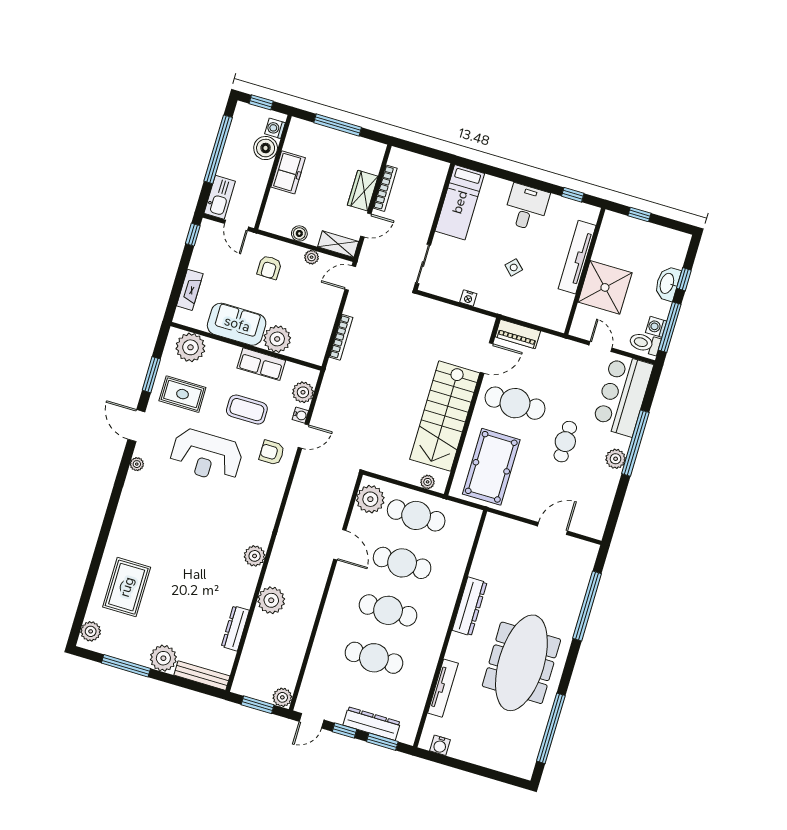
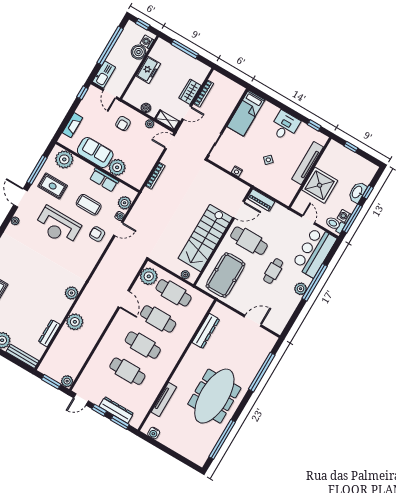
window: (151, 375) -> (37, 170), width x1.44
dresser: (470, 606) -> (206, 331), moved

